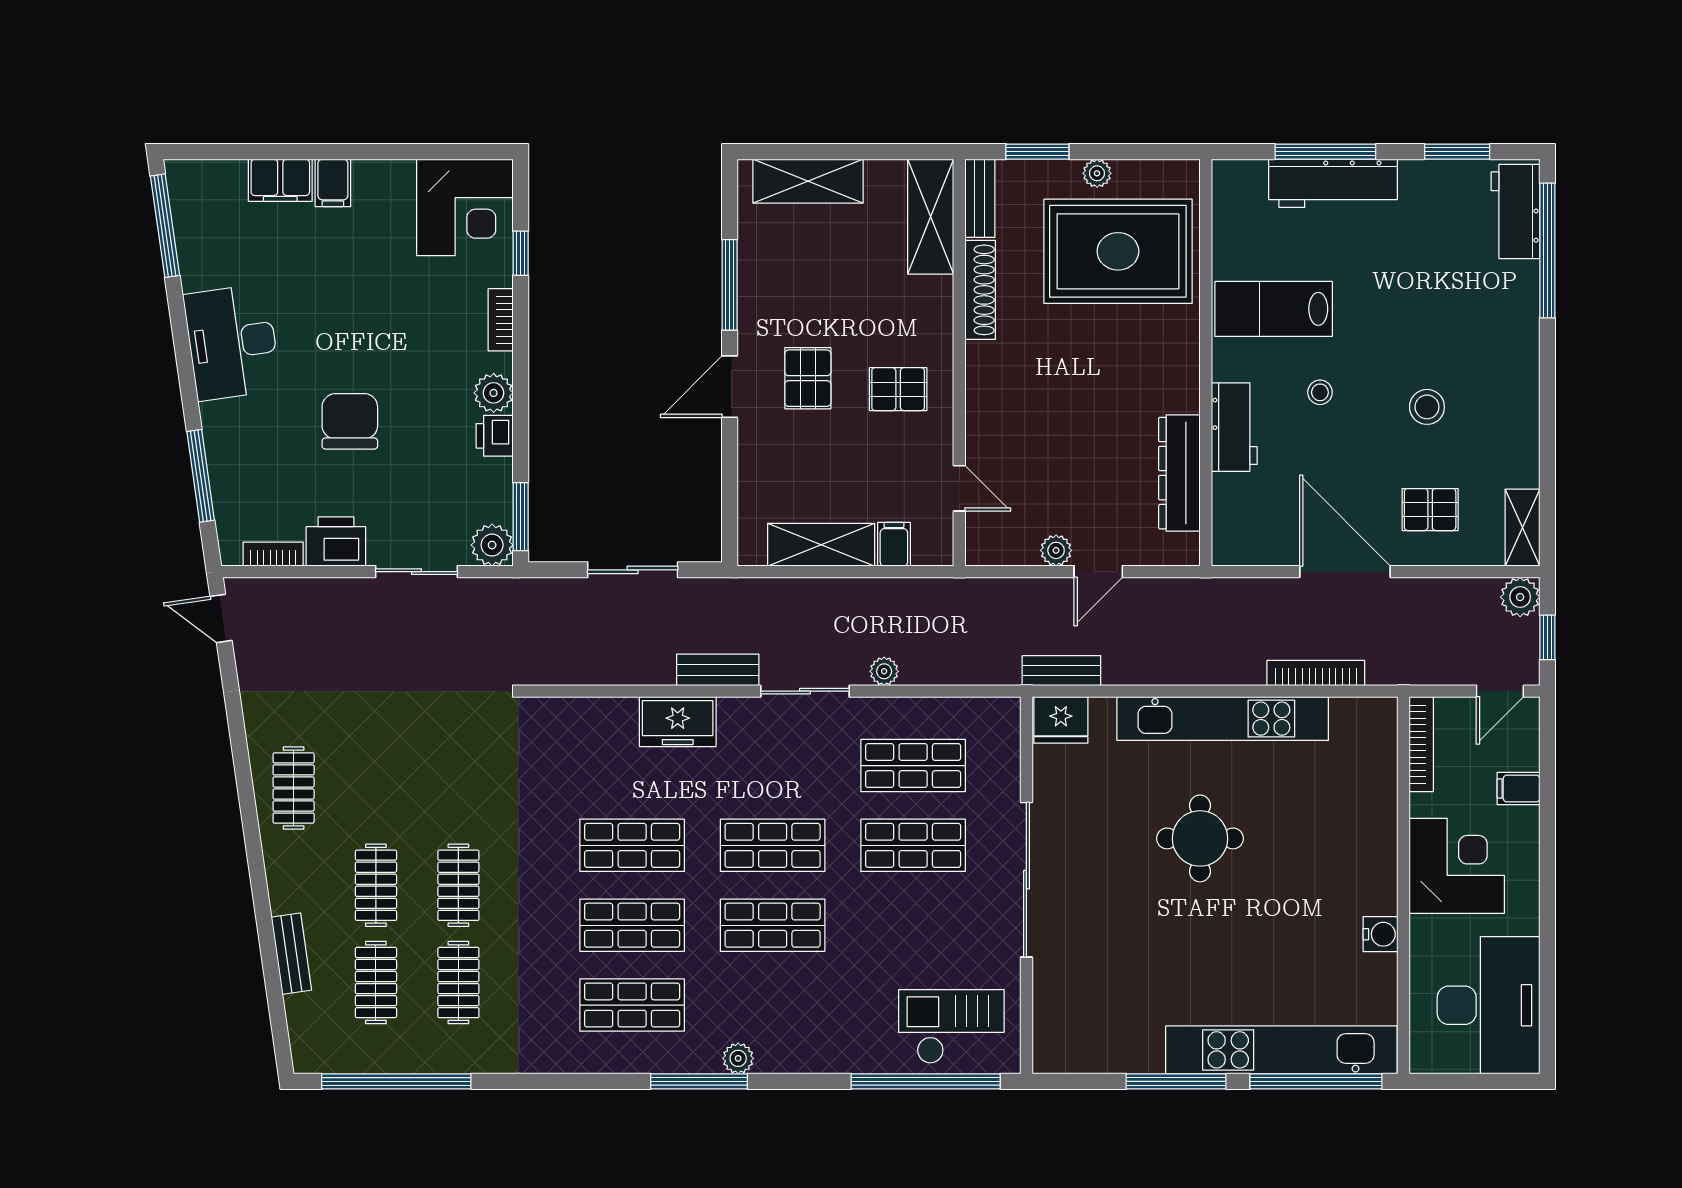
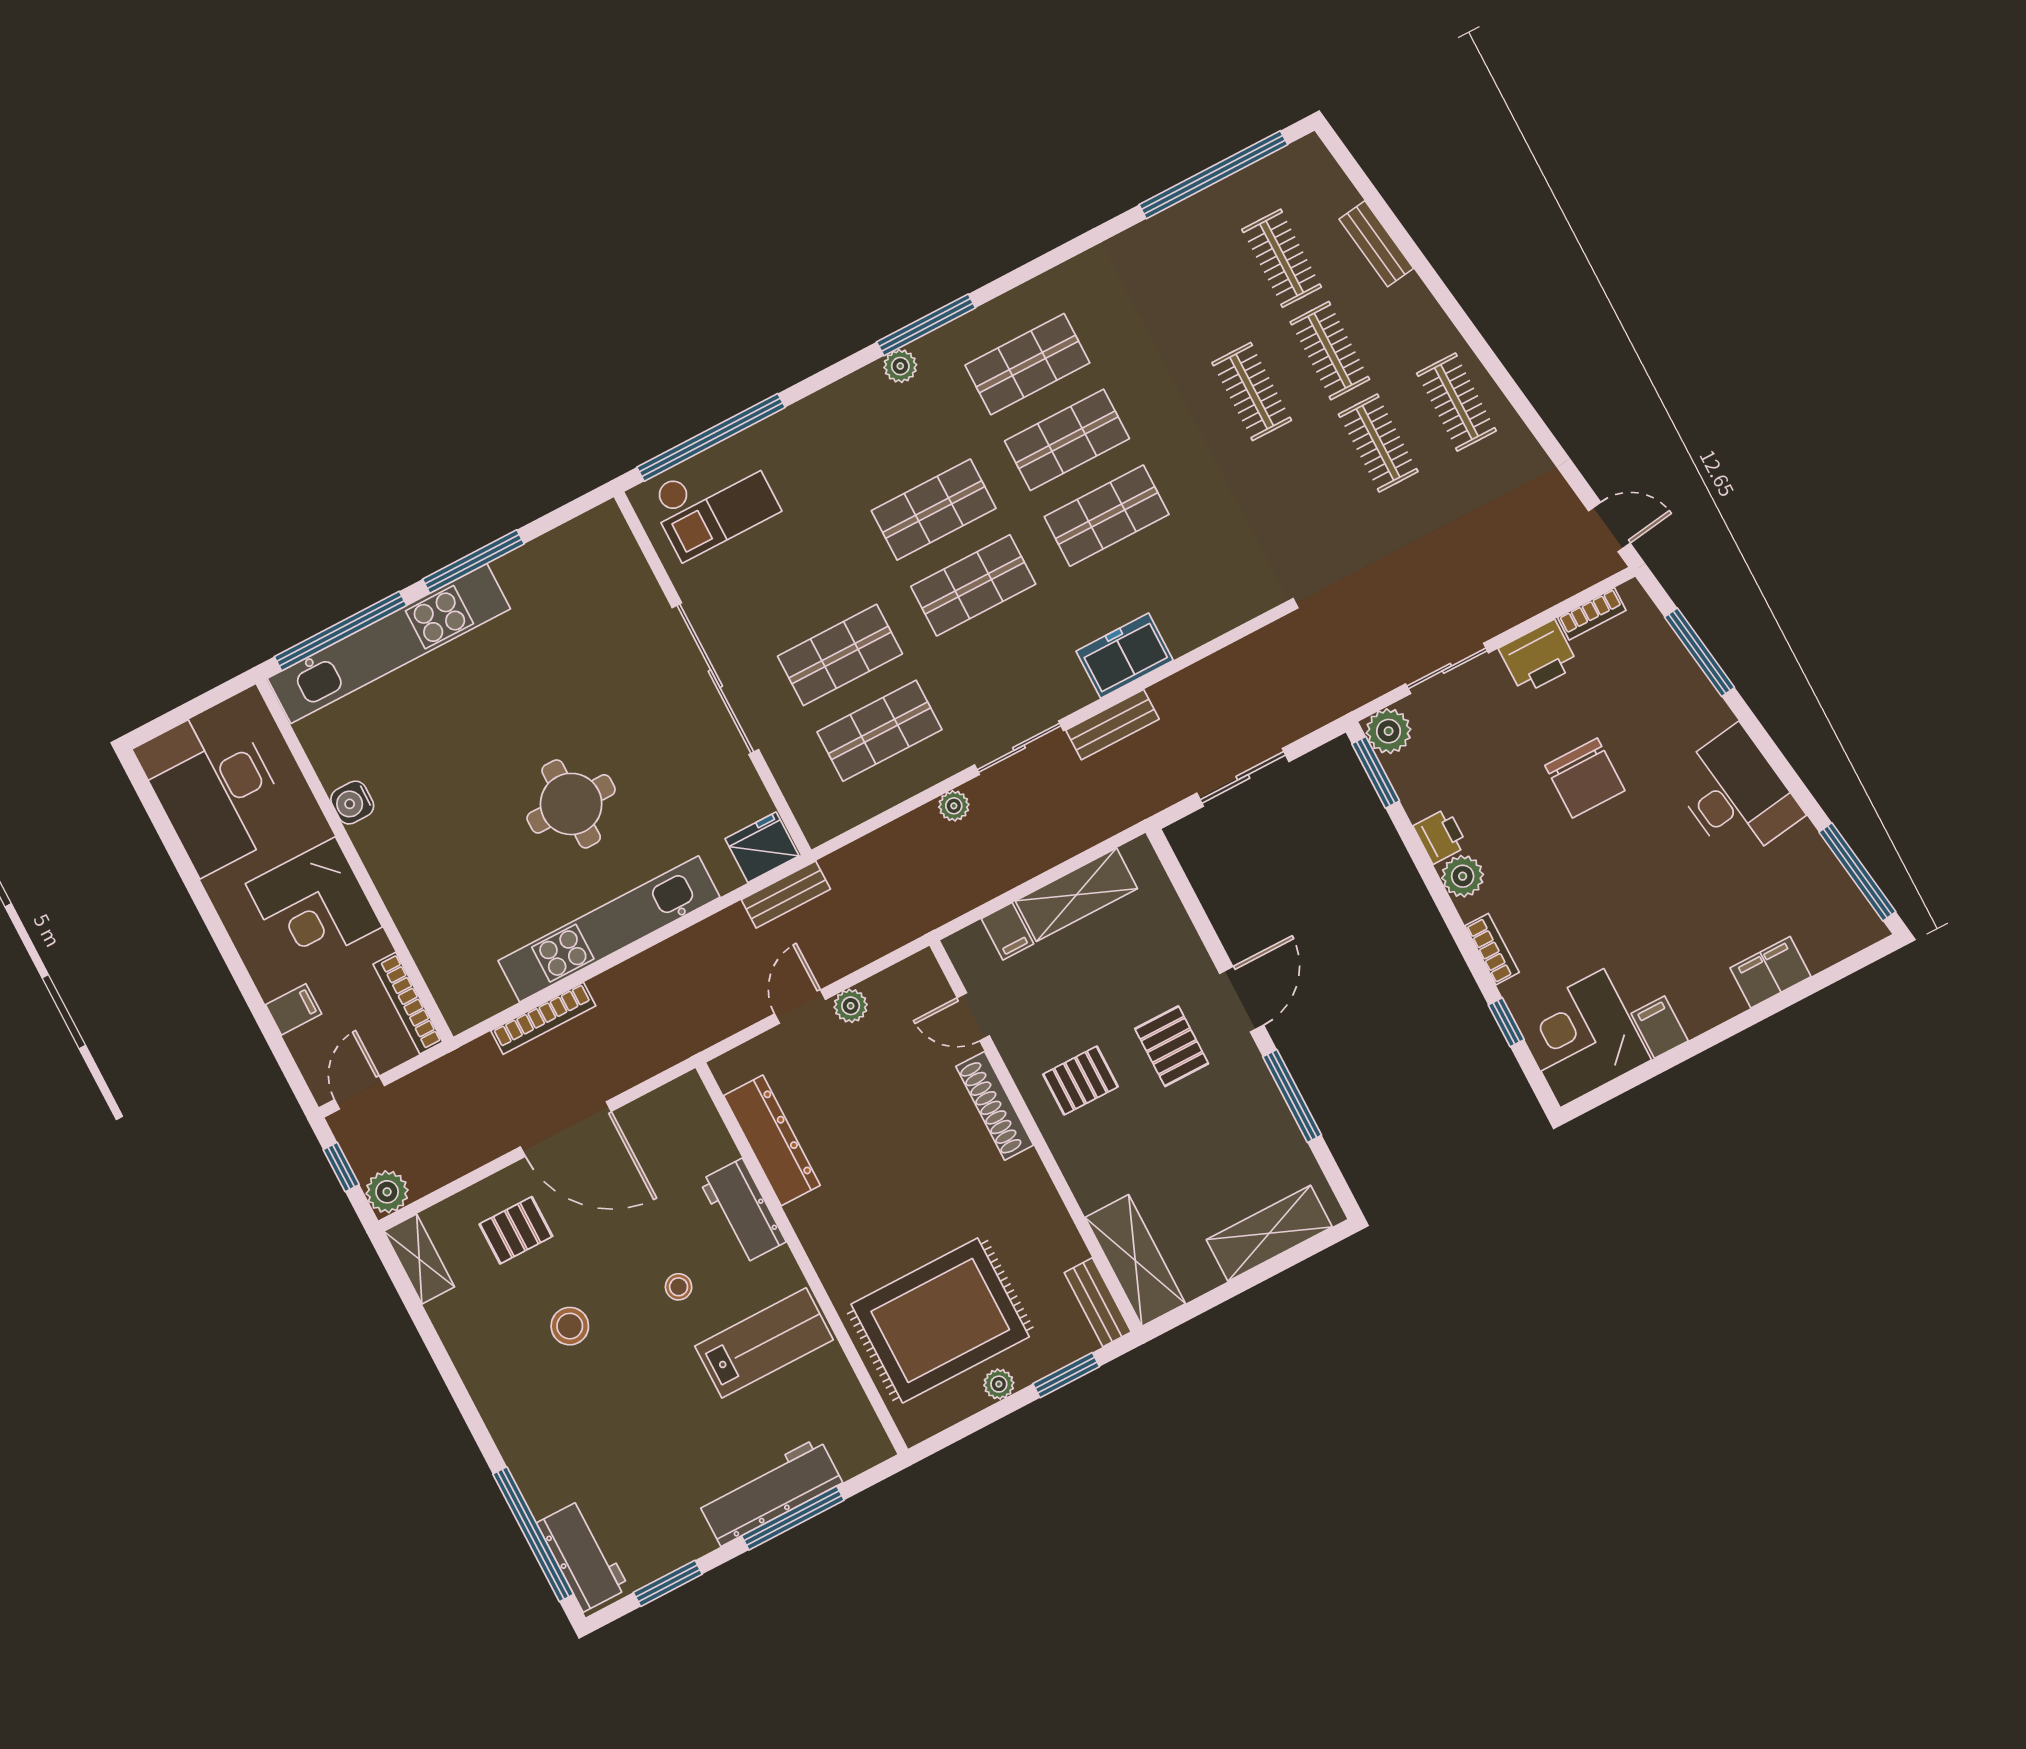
filing cabinet: (333, 183) -> (1660, 1027), moved
shoe rack: (980, 290) -> (995, 1106), moved
clothes rail: (458, 983) -> (1378, 443), moved

